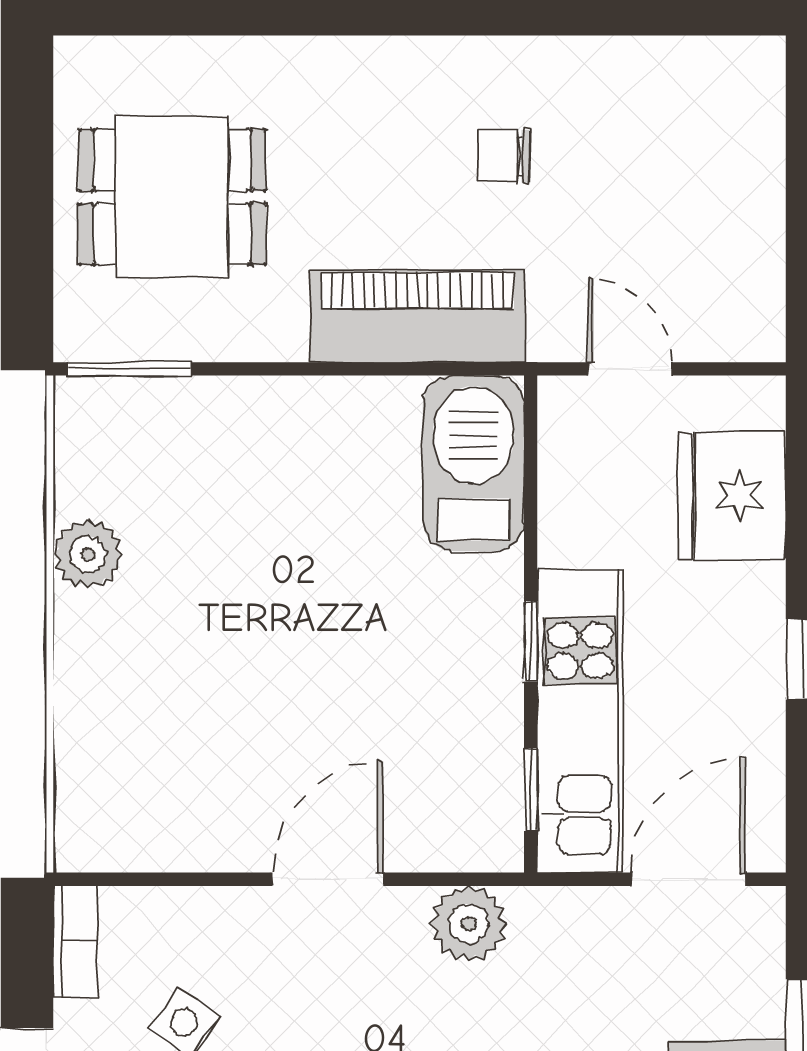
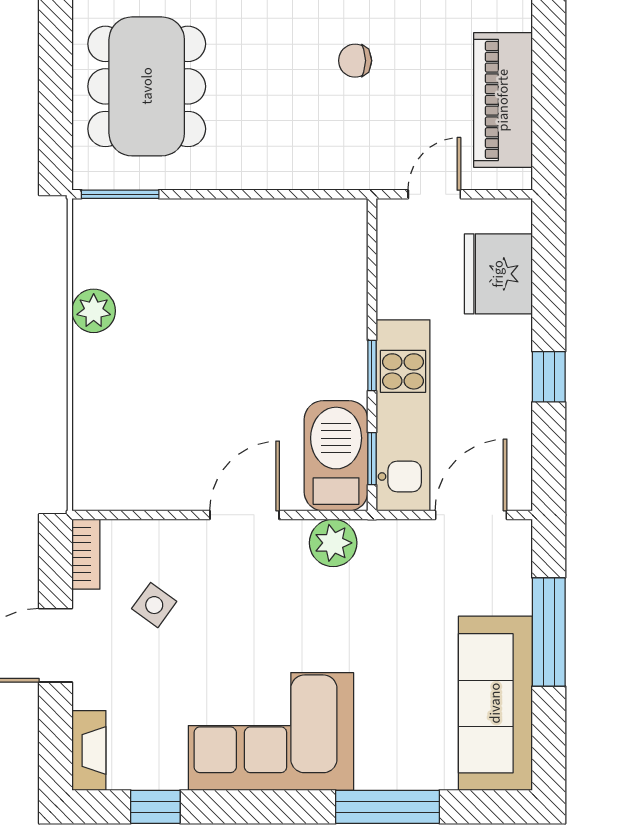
dining table: (172, 197) -> (147, 86), width x1.38
piano: (417, 316) -> (503, 100), moved, turned -90
door: (630, 369) -> (434, 194), hinge flipped
barbecue: (473, 463) -> (336, 456), moved

